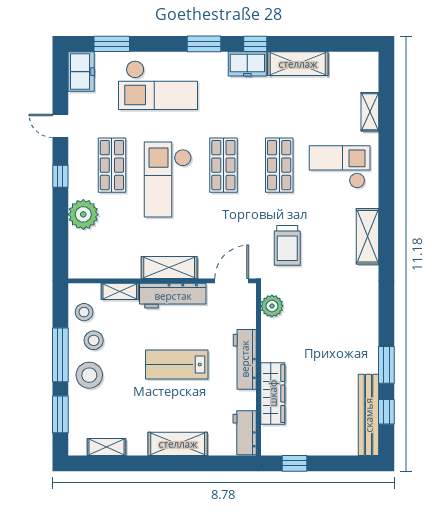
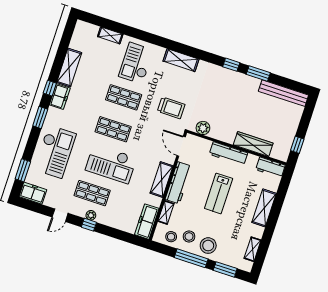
plant: (83, 214) -> (91, 215), moved, width x0.53, depth x0.53
freezer: (95, 266) -> (147, 222), added
window: (386, 412) -> (231, 65), moved

